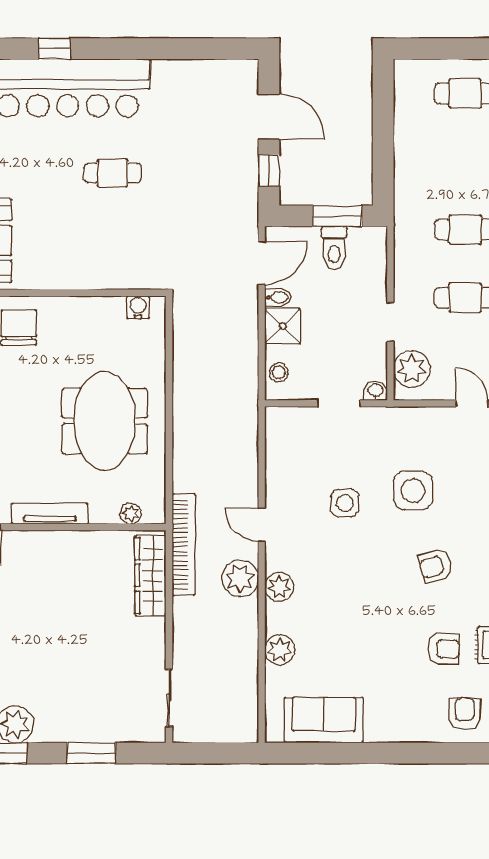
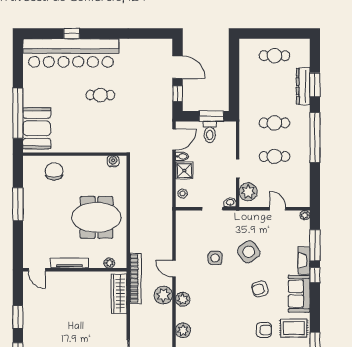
meeting table: (105, 421) -> (97, 217), turned 90
side table: (413, 491) -> (249, 252), turned -35

